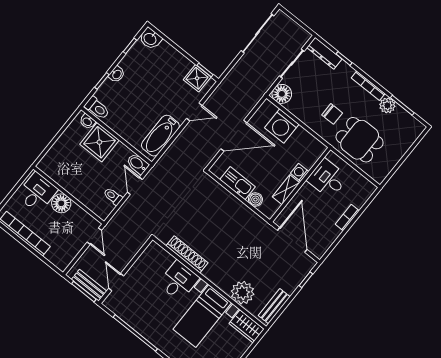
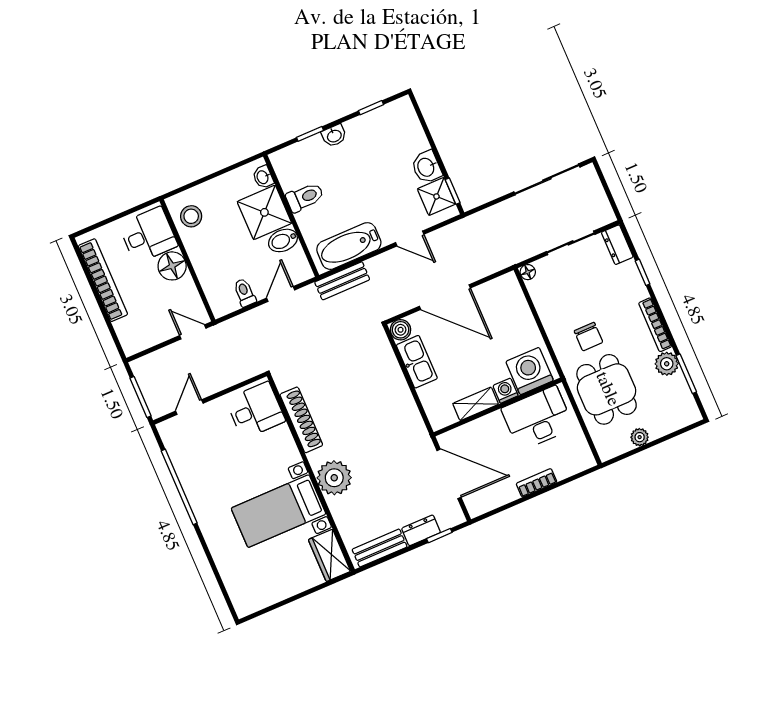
washbasin: (150, 39) -> (426, 167), moved
dresser: (324, 53) -> (617, 245), width x0.70
floor lamp: (282, 94) -> (528, 272), width x0.53, depth x0.53
toilet: (97, 108) -> (305, 197), moved, turned -90
washing machine: (282, 126) -> (530, 371), moved, turned 90
plant: (394, 158) -> (640, 437), added
bidet: (138, 164) -> (283, 240), moved, turned -90
stool: (57, 168) -> (191, 216), added
desk: (328, 179) -> (538, 418), width x1.37
boiler: (255, 200) -> (401, 330), moved
door: (94, 236) -> (193, 332), swing flipped
door: (292, 240) -> (449, 474), hinge flipped
desk: (179, 281) -> (255, 410), moved
dresser: (293, 282) -> (421, 530), added
bench: (89, 285) -> (342, 281), moved, turned 90
plant: (243, 293) -> (334, 478), moved

